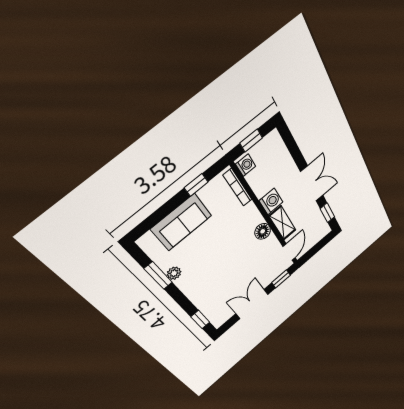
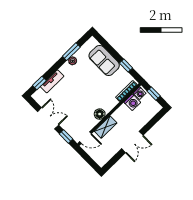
washing machine: (271, 201) -> (132, 102), moved
window: (327, 213) -> (114, 160), removed
tv unit: (201, 302) -> (52, 81), added

